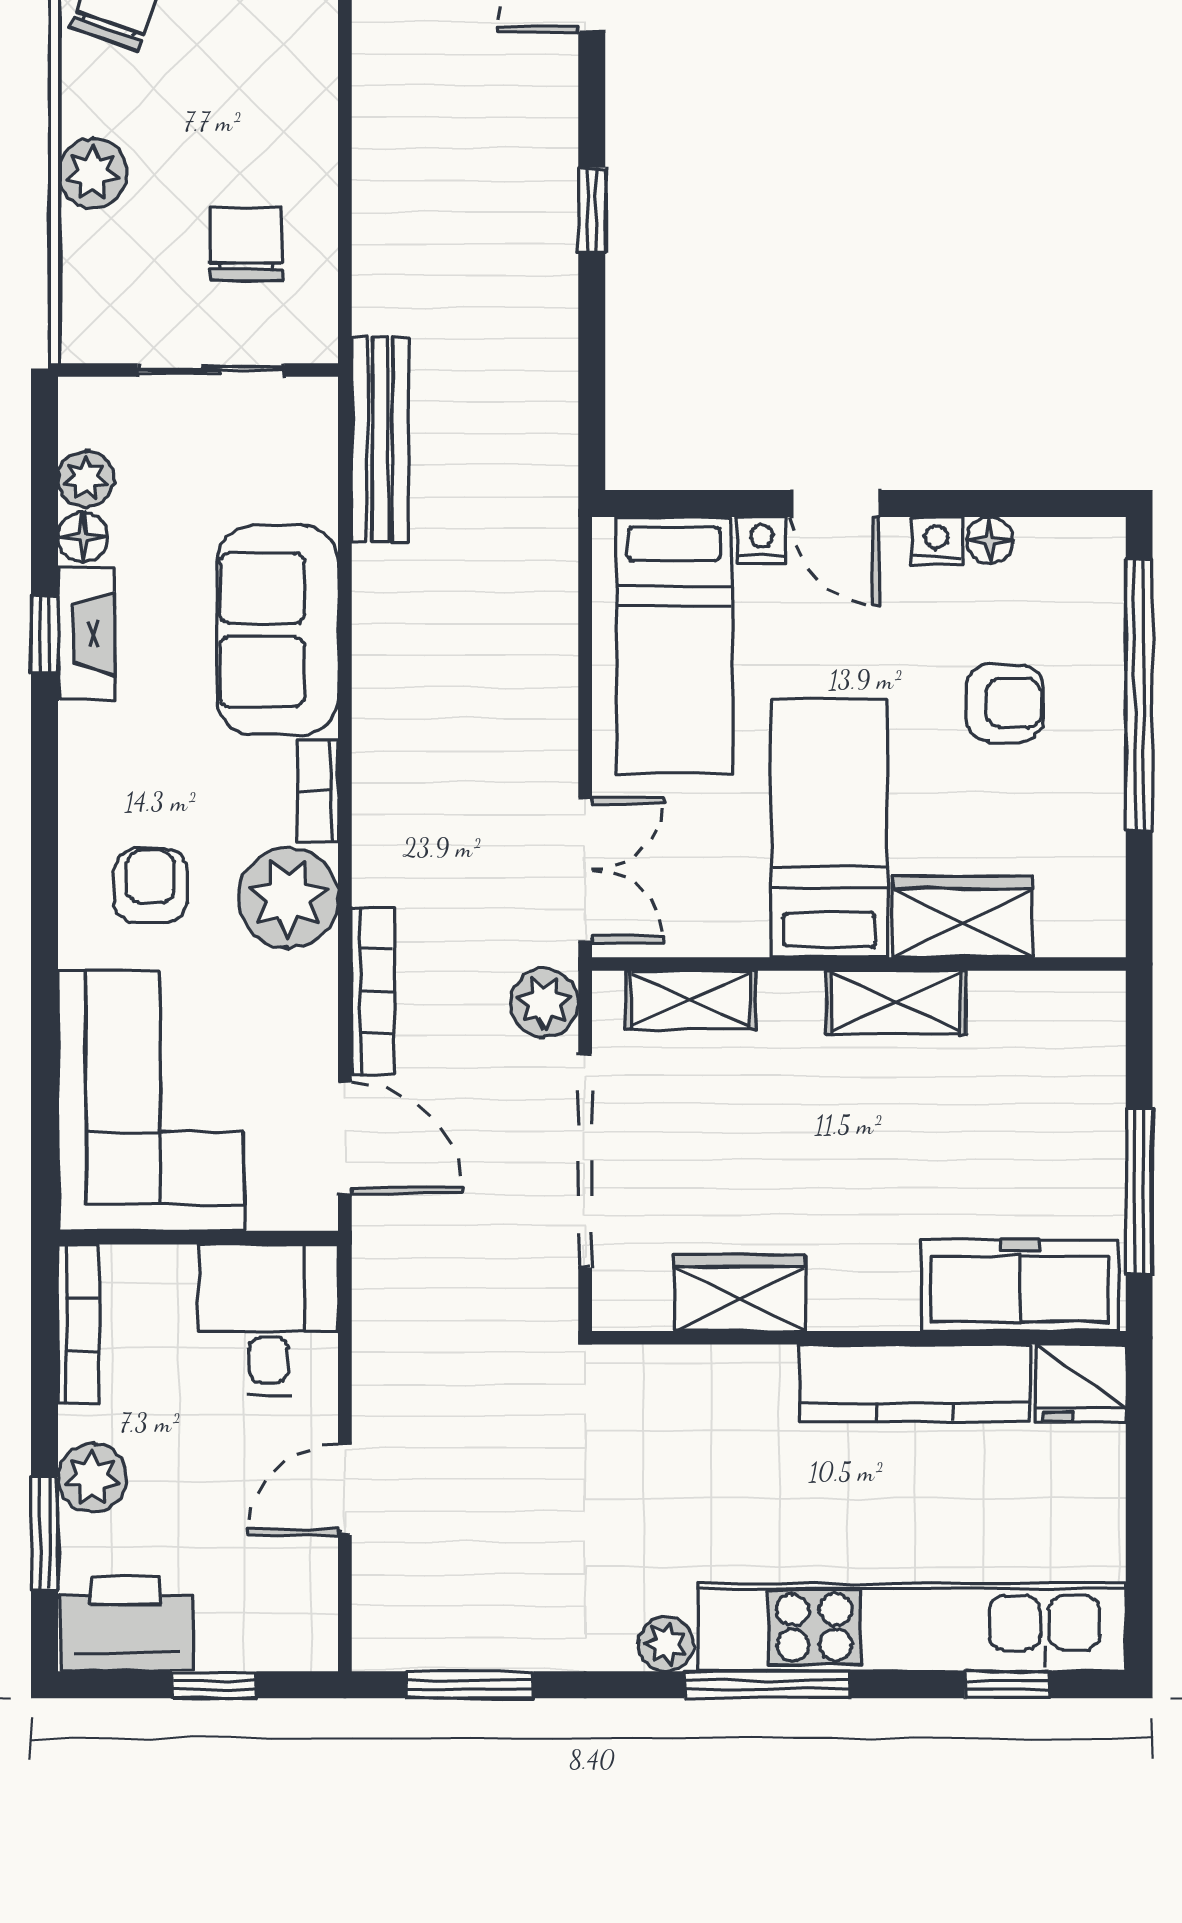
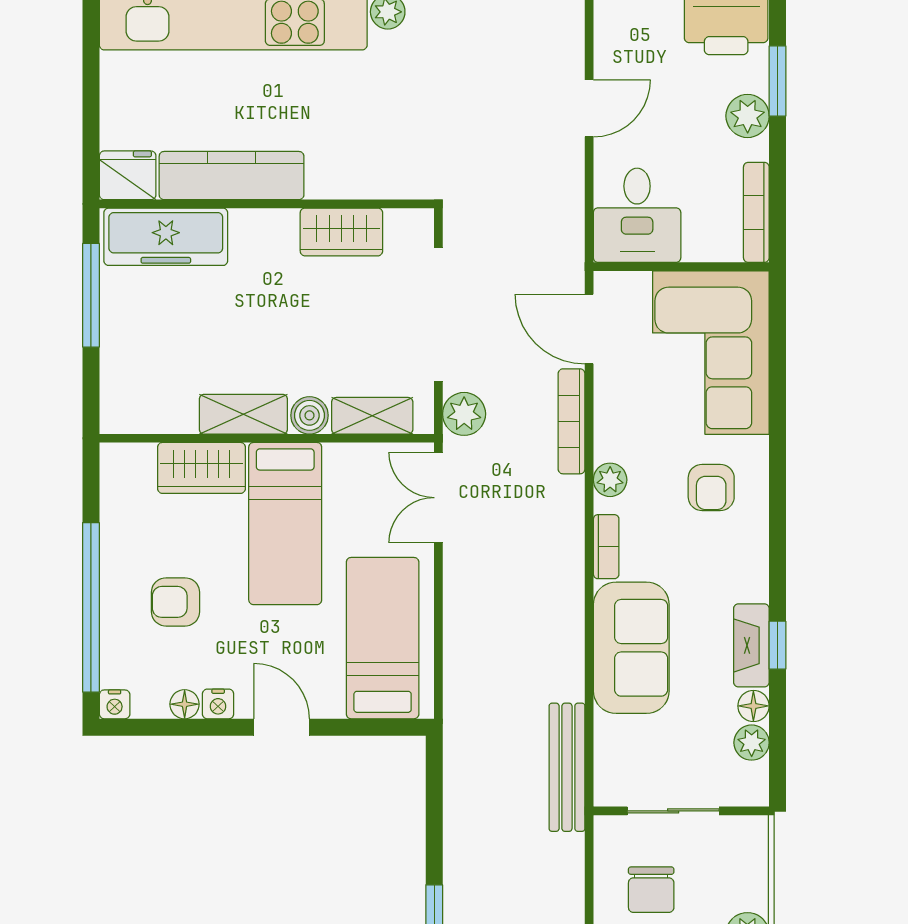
nightstand: (762, 540) -> (115, 704), moved
plant: (288, 898) -> (610, 480), width x0.53, depth x0.53
boiler: (791, 1000) -> (310, 415), added

